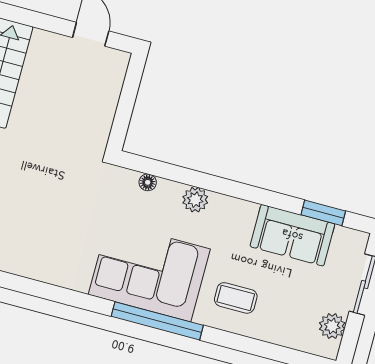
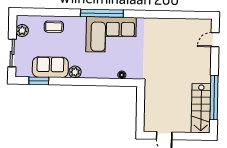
plant: (195, 200) -> (75, 72), moved
coffee table: (236, 298) -> (54, 27), moved

